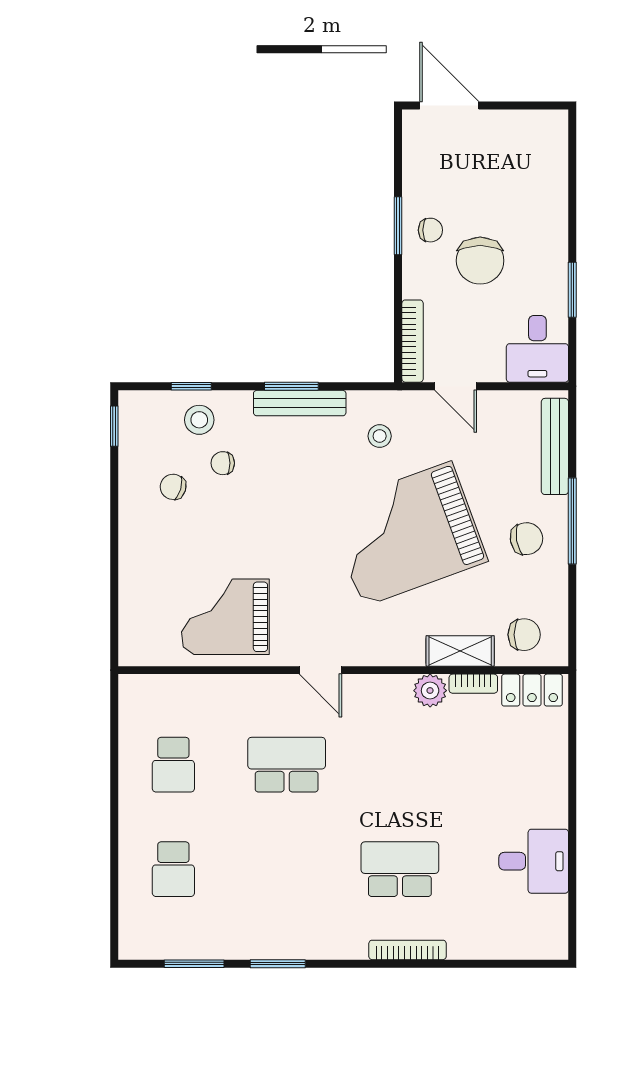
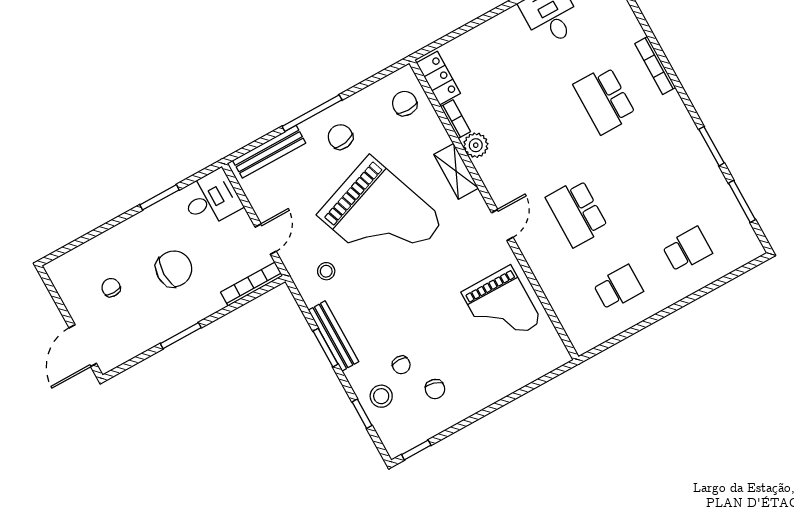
chair: (430, 230) -> (111, 288), moved
shelving: (460, 651) -> (456, 171), moved

